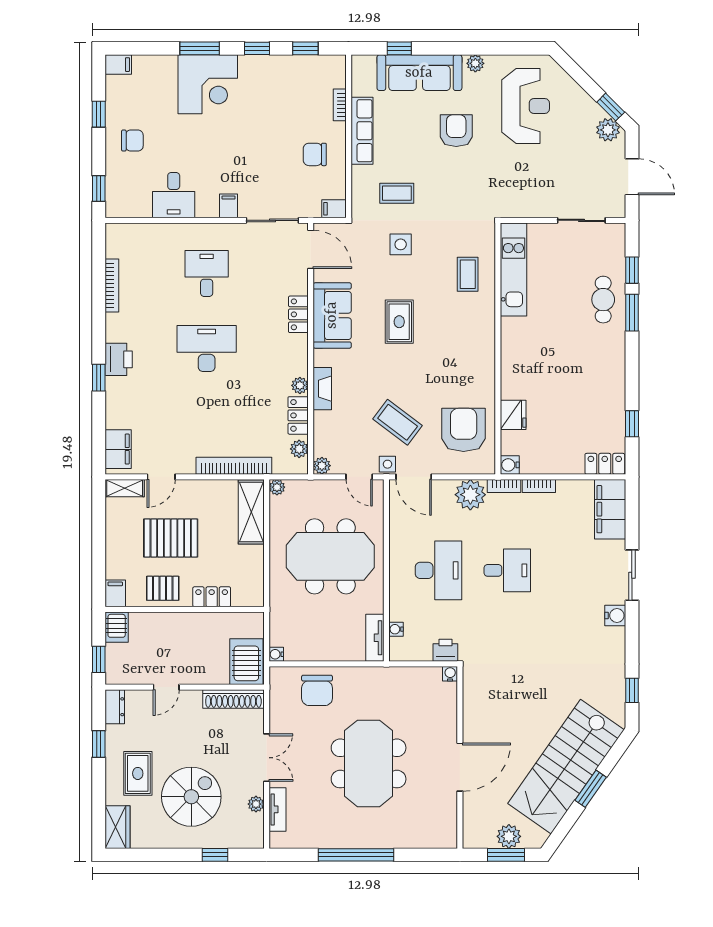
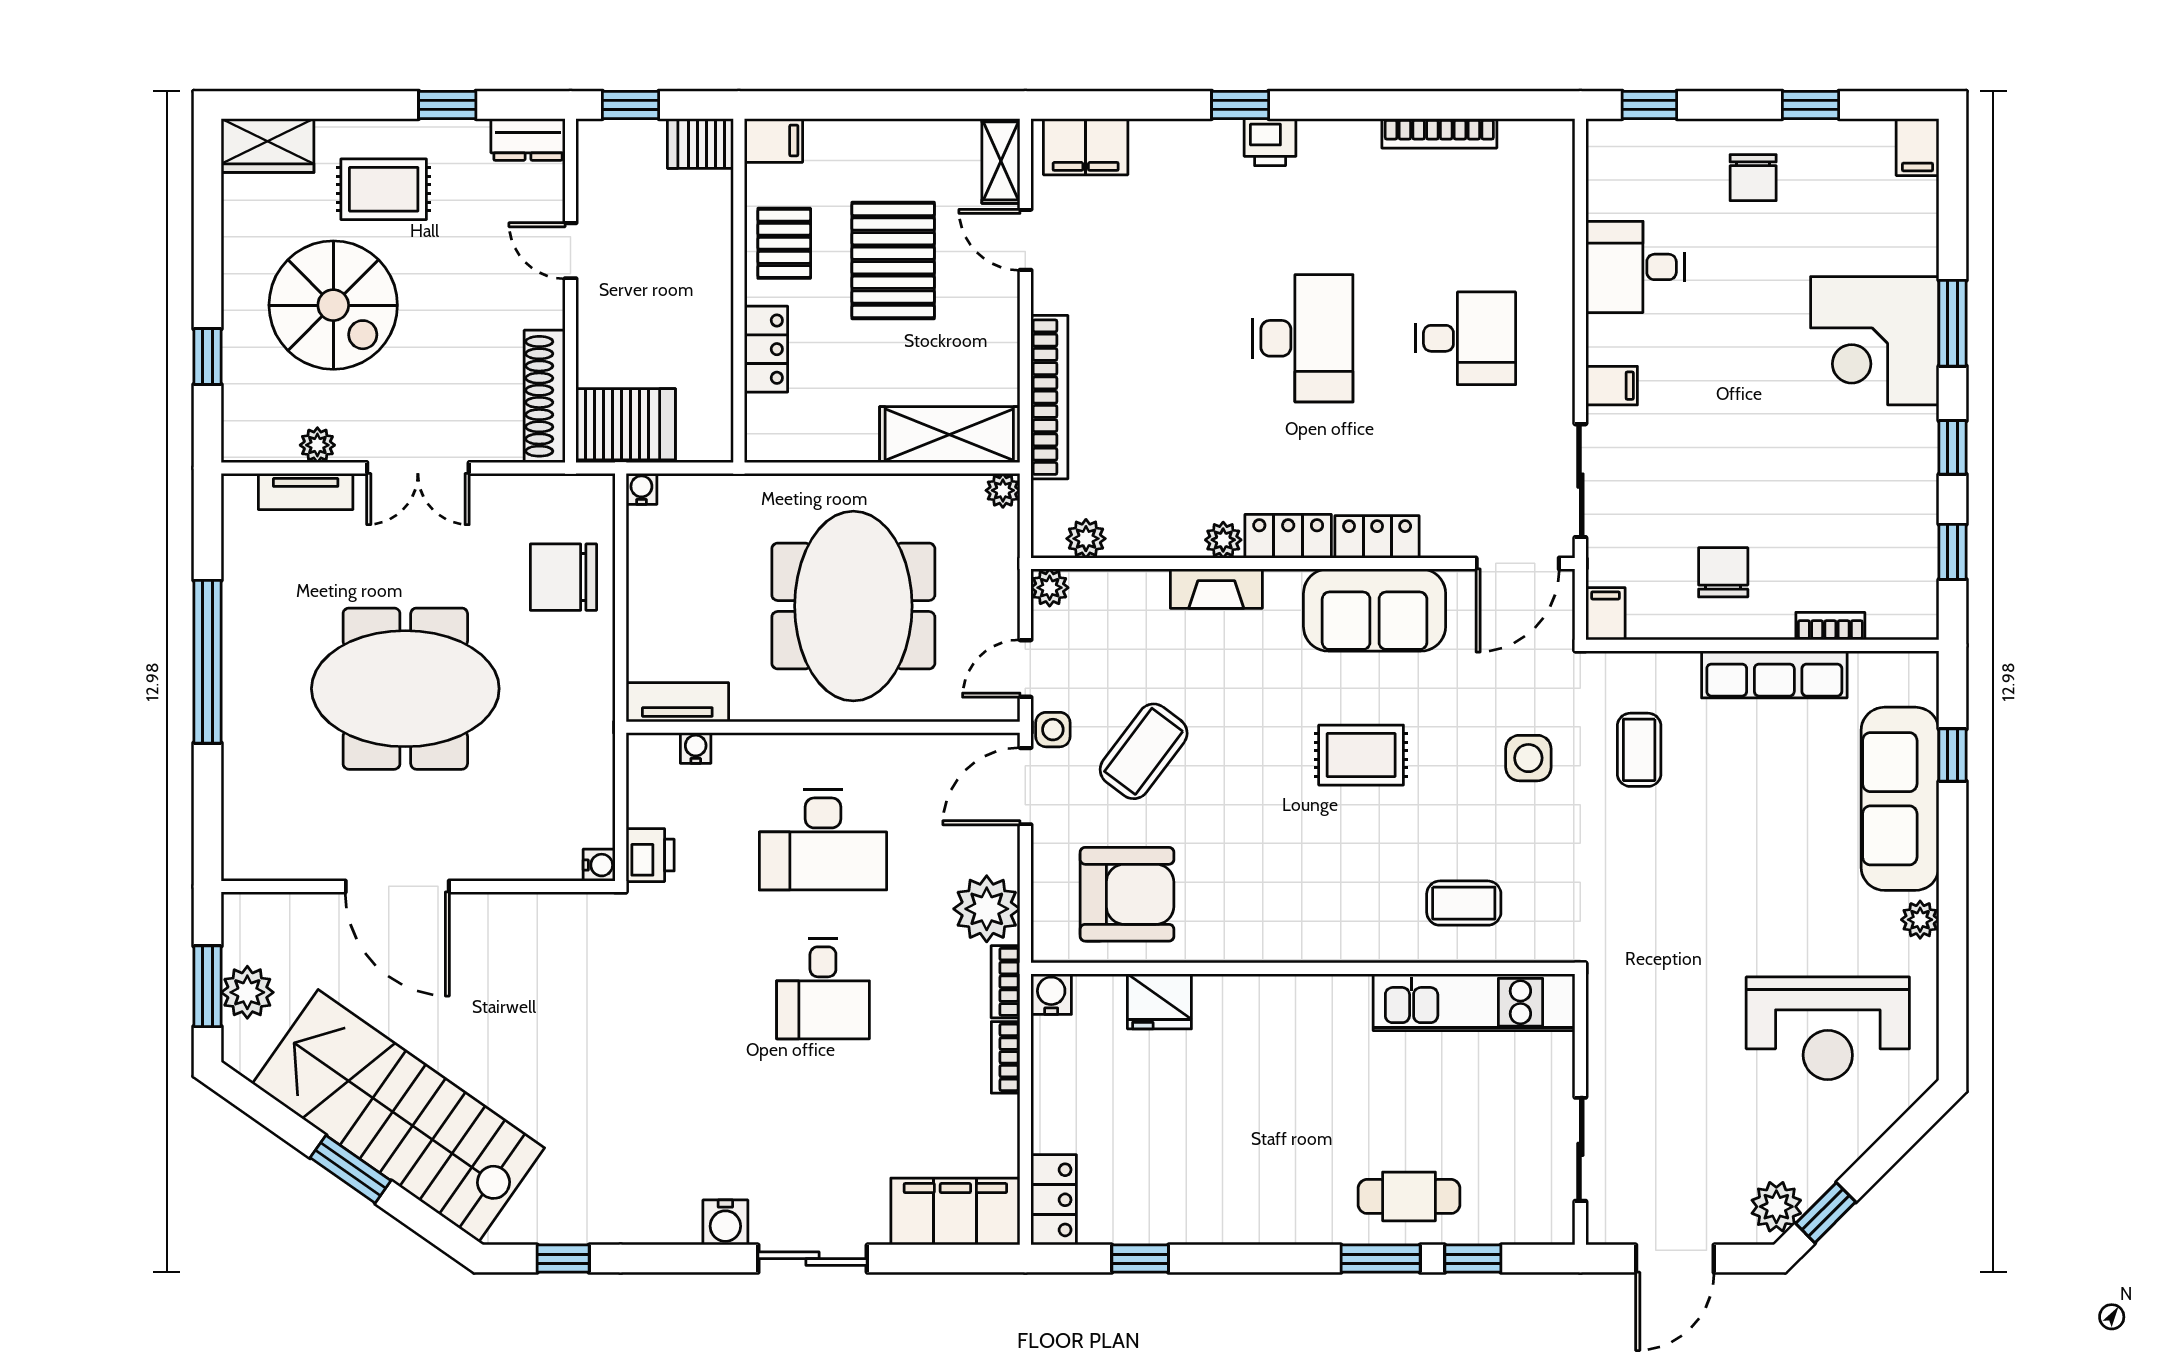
armchair: (456, 131) -> (1775, 878), removed
printer: (119, 359) -> (1270, 142), width x0.73, depth x0.81
locker: (298, 415) -> (1288, 536), moved

